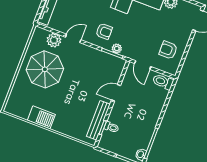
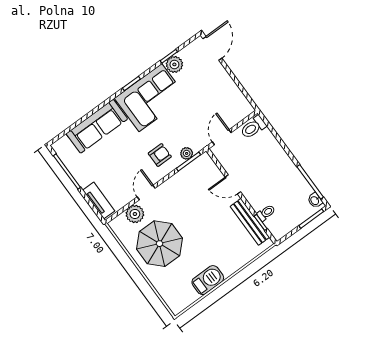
armchair: (168, 50) -> (223, 100), removed
door: (143, 65) -> (222, 137), swing flipped
door: (116, 93) -> (233, 184), hinge flipped

